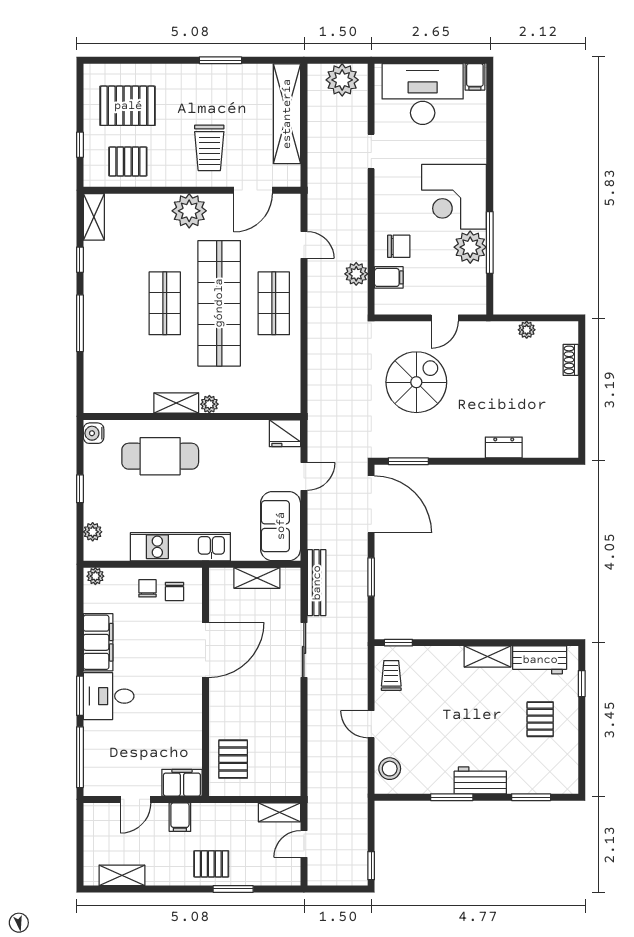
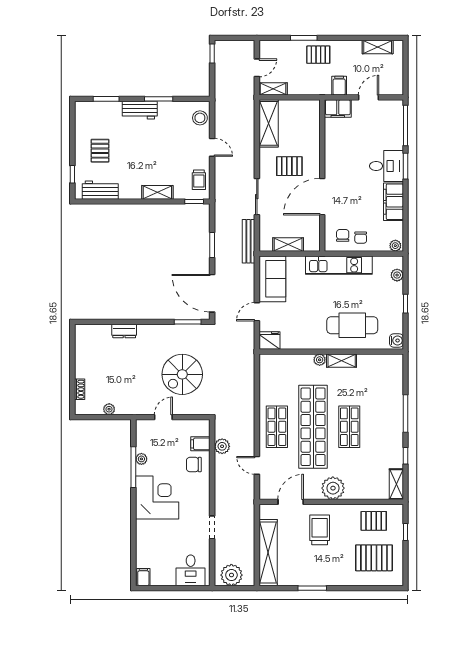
desk: (423, 94) -> (191, 570), width x0.53, depth x0.77
plant: (470, 247) -> (141, 459), width x0.53, depth x0.53
shelving: (487, 657) -> (157, 192), moved
pallet: (233, 759) -> (289, 166), moved, turned 90
shelving: (286, 760) -> (269, 123), added

